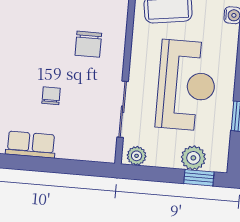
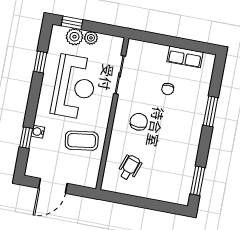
reception desk: (186, 85) -> (74, 87), turned 180
plant: (137, 156) -> (91, 38), moved

